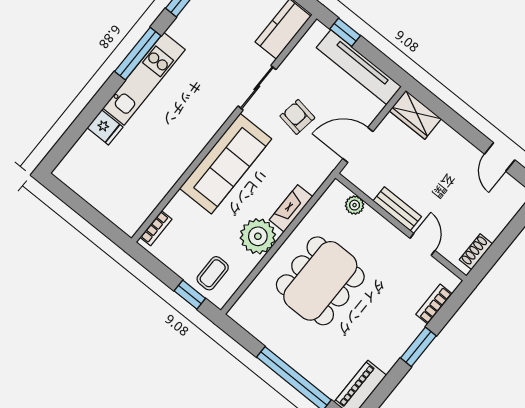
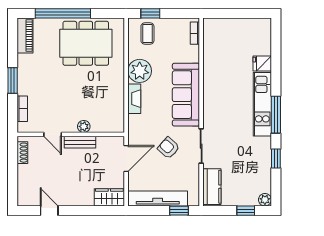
armchair: (297, 117) -> (169, 148), turned -147
plant: (355, 205) -> (84, 126), moved
dining table: (320, 281) -> (86, 43), moved, turned 90

